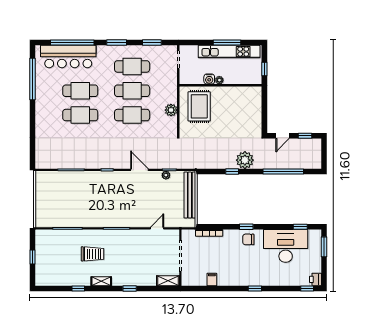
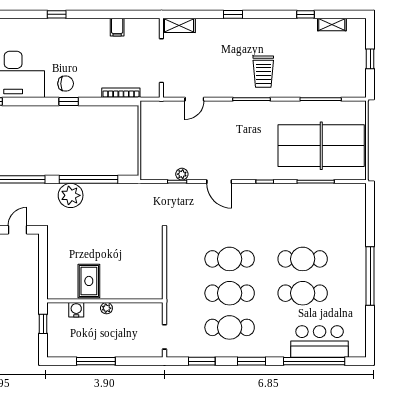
kitchen unit: (229, 52) -> (93, 348), removed
bar counter: (68, 57) -> (320, 341), width x0.73
window: (33, 79) -> (370, 276), moved
water cooler: (209, 79) -> (76, 310), moved
rug: (199, 106) -> (89, 281), moved, width x0.73, depth x0.70
plant: (171, 110) -> (175, 266), removed
window: (232, 171) -> (88, 179), width x3.17
table tennis table: (67, 195) -> (321, 146), added
bench: (190, 195) -> (148, 146), removed
trolley: (93, 254) -> (263, 72), moved, turned -90
shelving: (101, 281) -> (332, 25), moved

